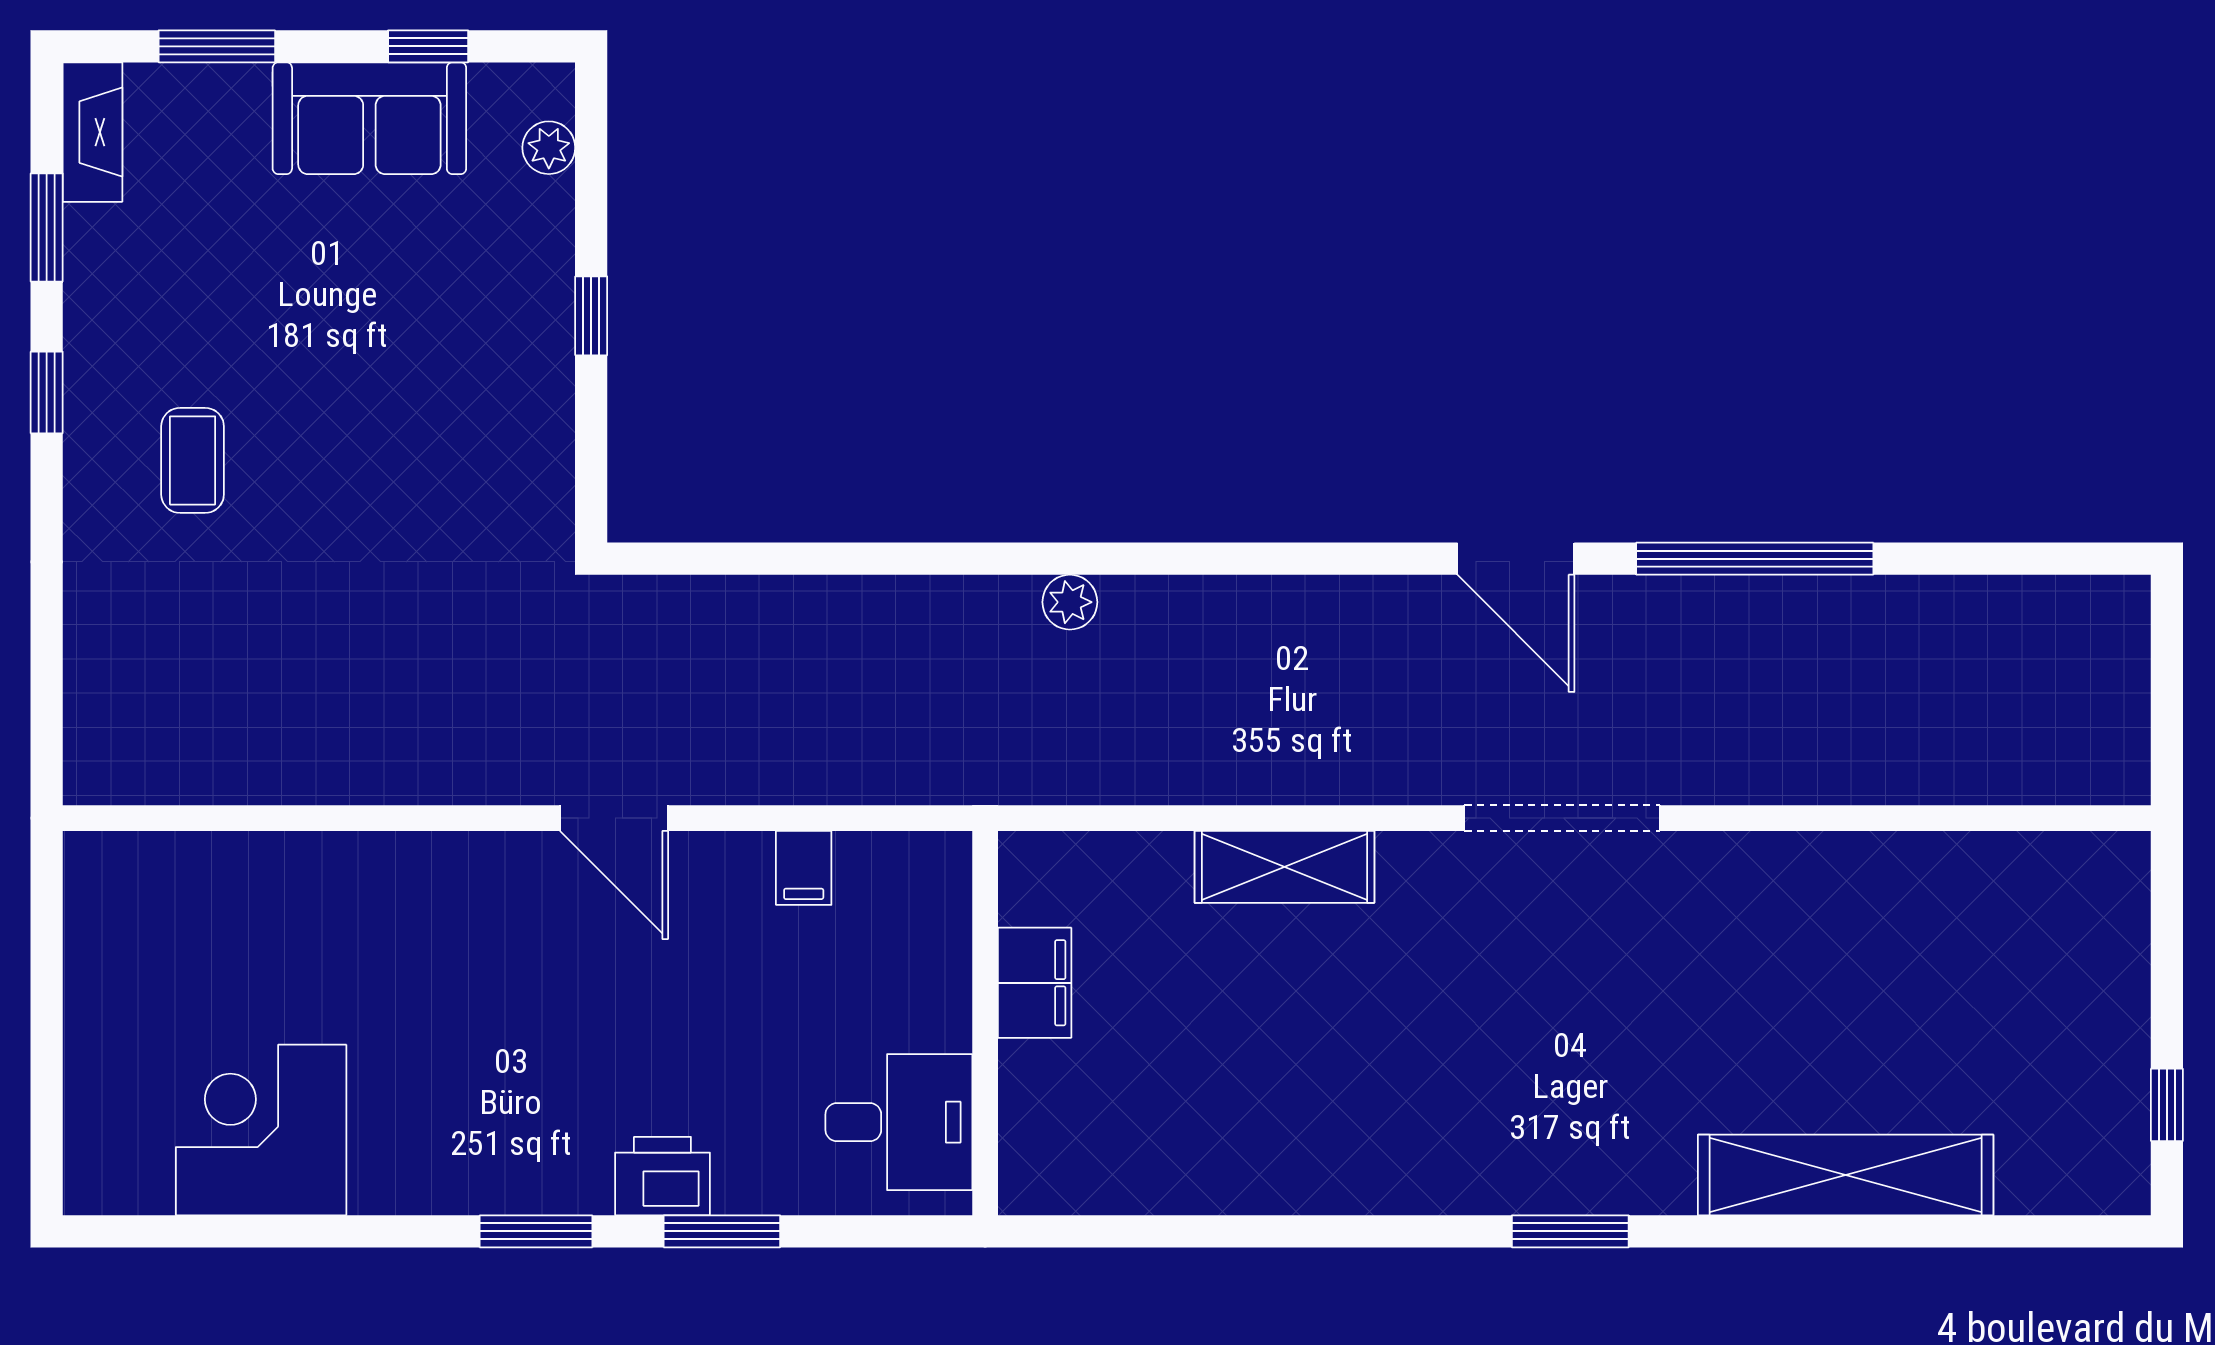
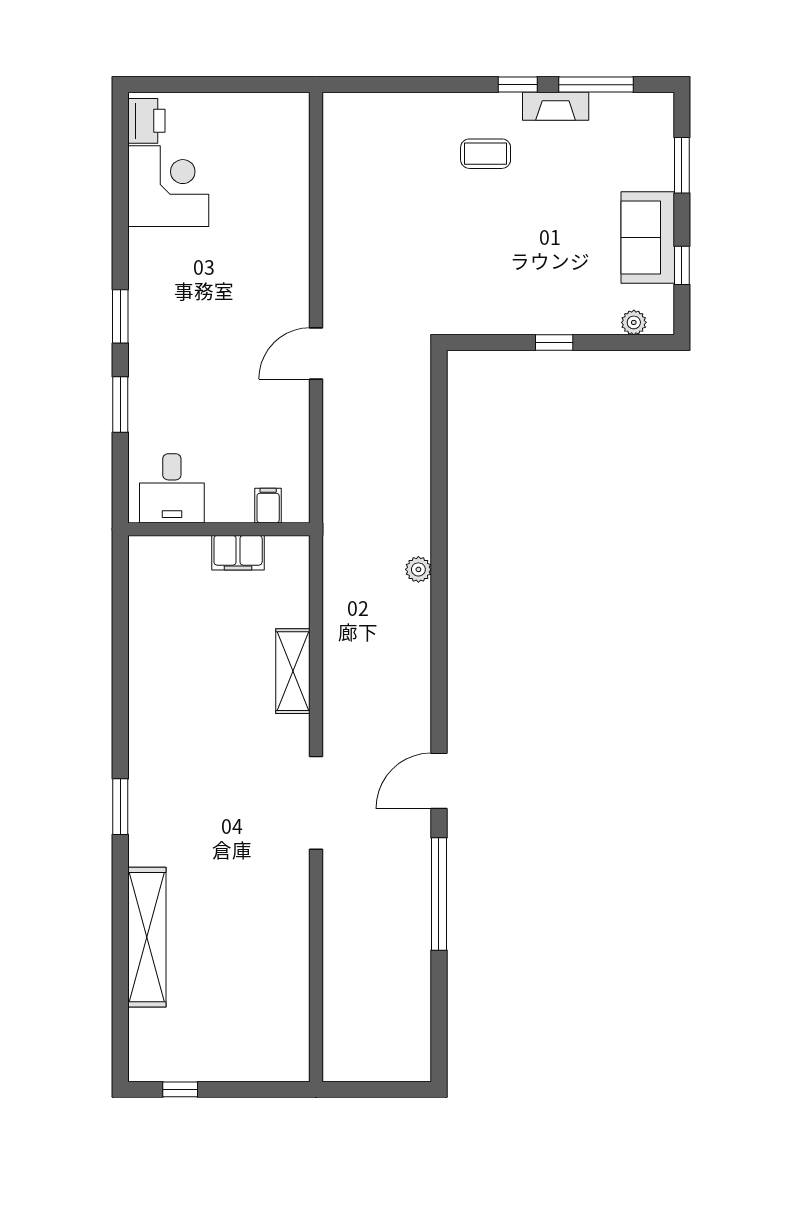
fireplace: (93, 132) -> (556, 106), moved
window: (47, 227) -> (596, 85), width x1.44
filing cabinet: (804, 868) -> (268, 506), moved, turned 90
printer: (662, 1176) -> (146, 121), moved

